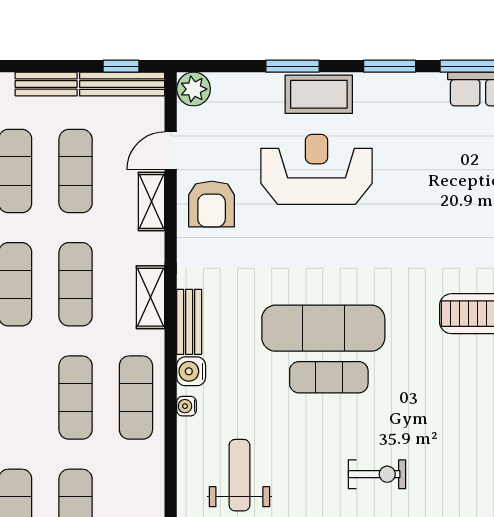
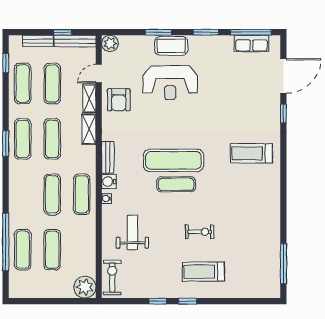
window: (121, 66) -> (63, 32), moved
reception desk: (317, 169) -> (170, 83), turned 180
shelving: (150, 297) -> (89, 129), moved

